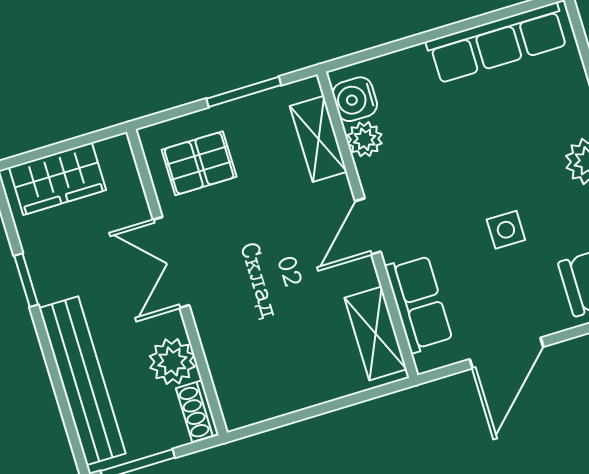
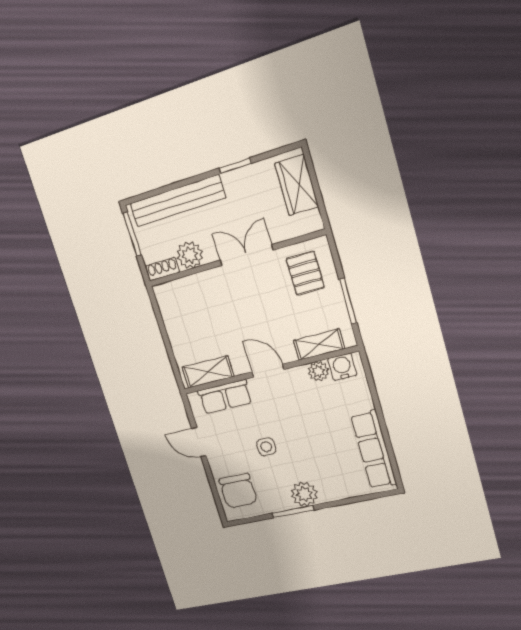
door: (506, 353) -> (199, 442), width x0.73

